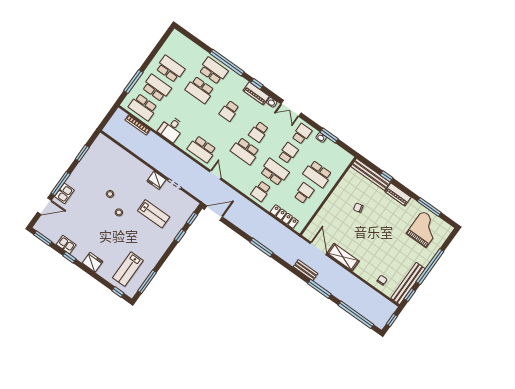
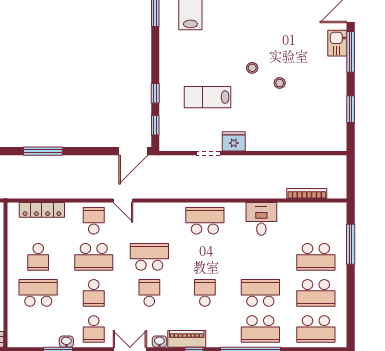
school desk: (143, 107) -> (316, 329), moved, turned 180
door: (215, 175) -> (123, 201), moved

